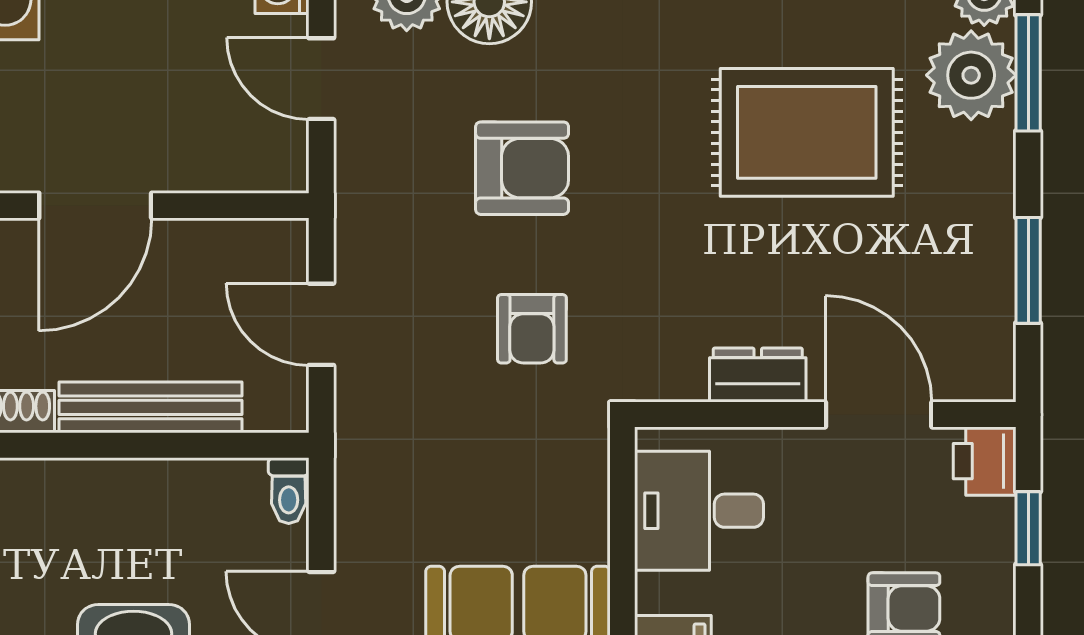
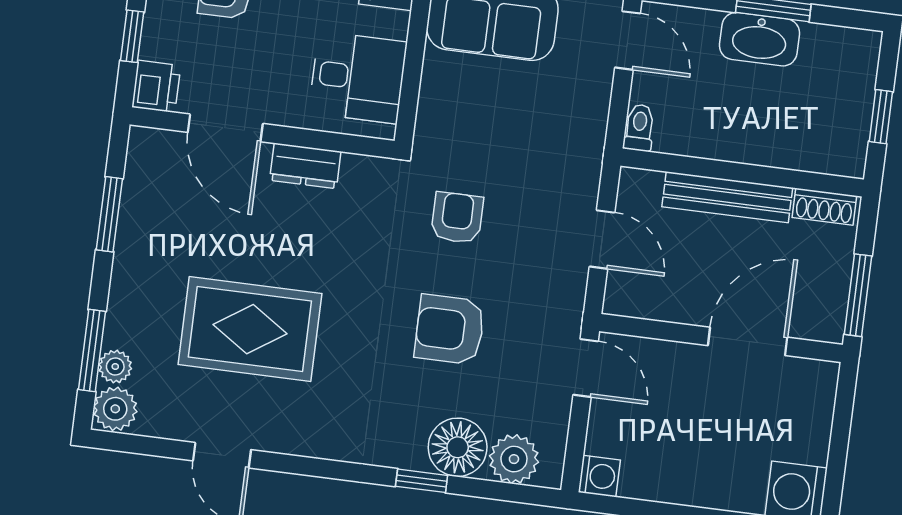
plant: (971, 75) -> (115, 367), width x0.53, depth x0.53
door: (321, 79) -> (586, 368), moved

